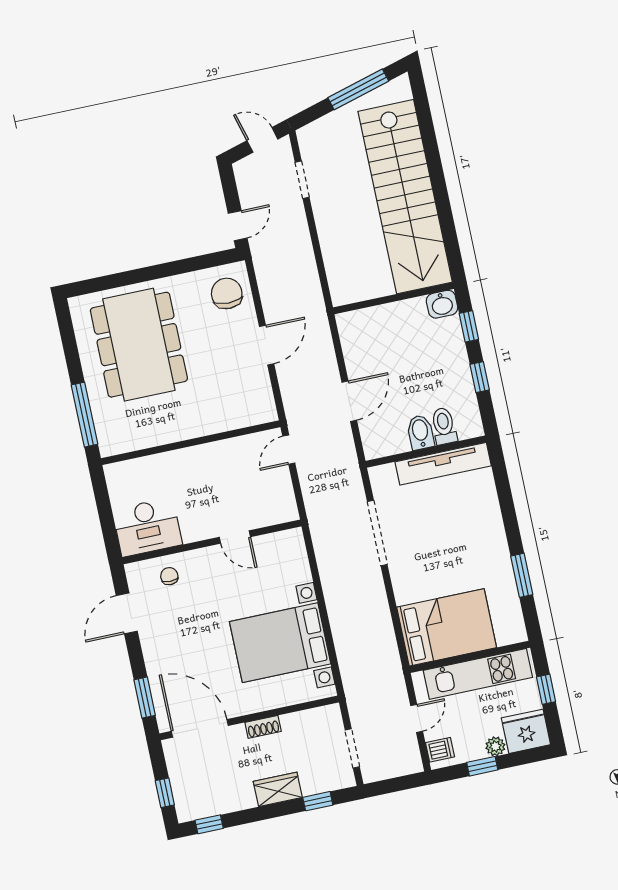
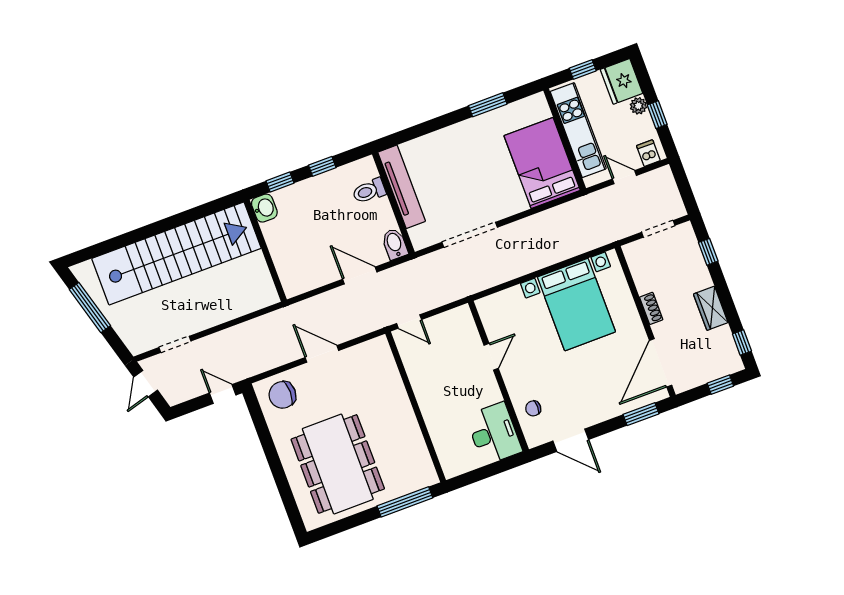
dining table: (139, 345) -> (338, 464), turned 90
bidet: (420, 432) -> (395, 244), moved, turned 90
wardrobe: (278, 789) -> (711, 308), moved

